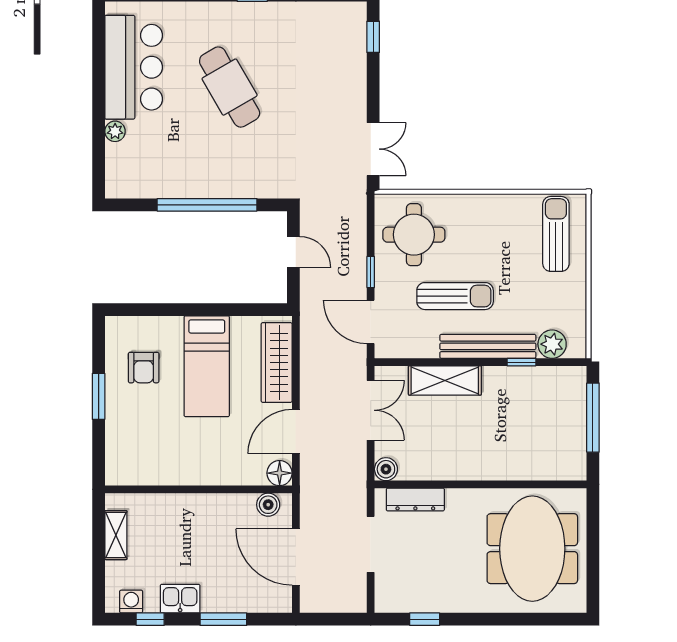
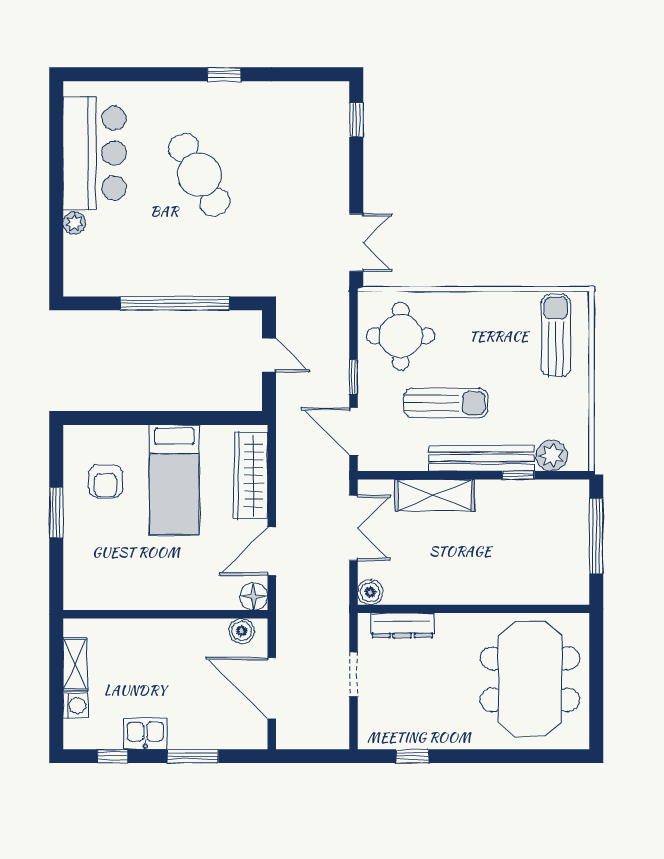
doorway: (371, 544) -> (354, 674), width x0.73
washing machine: (131, 602) -> (76, 706), moved, turned 90

